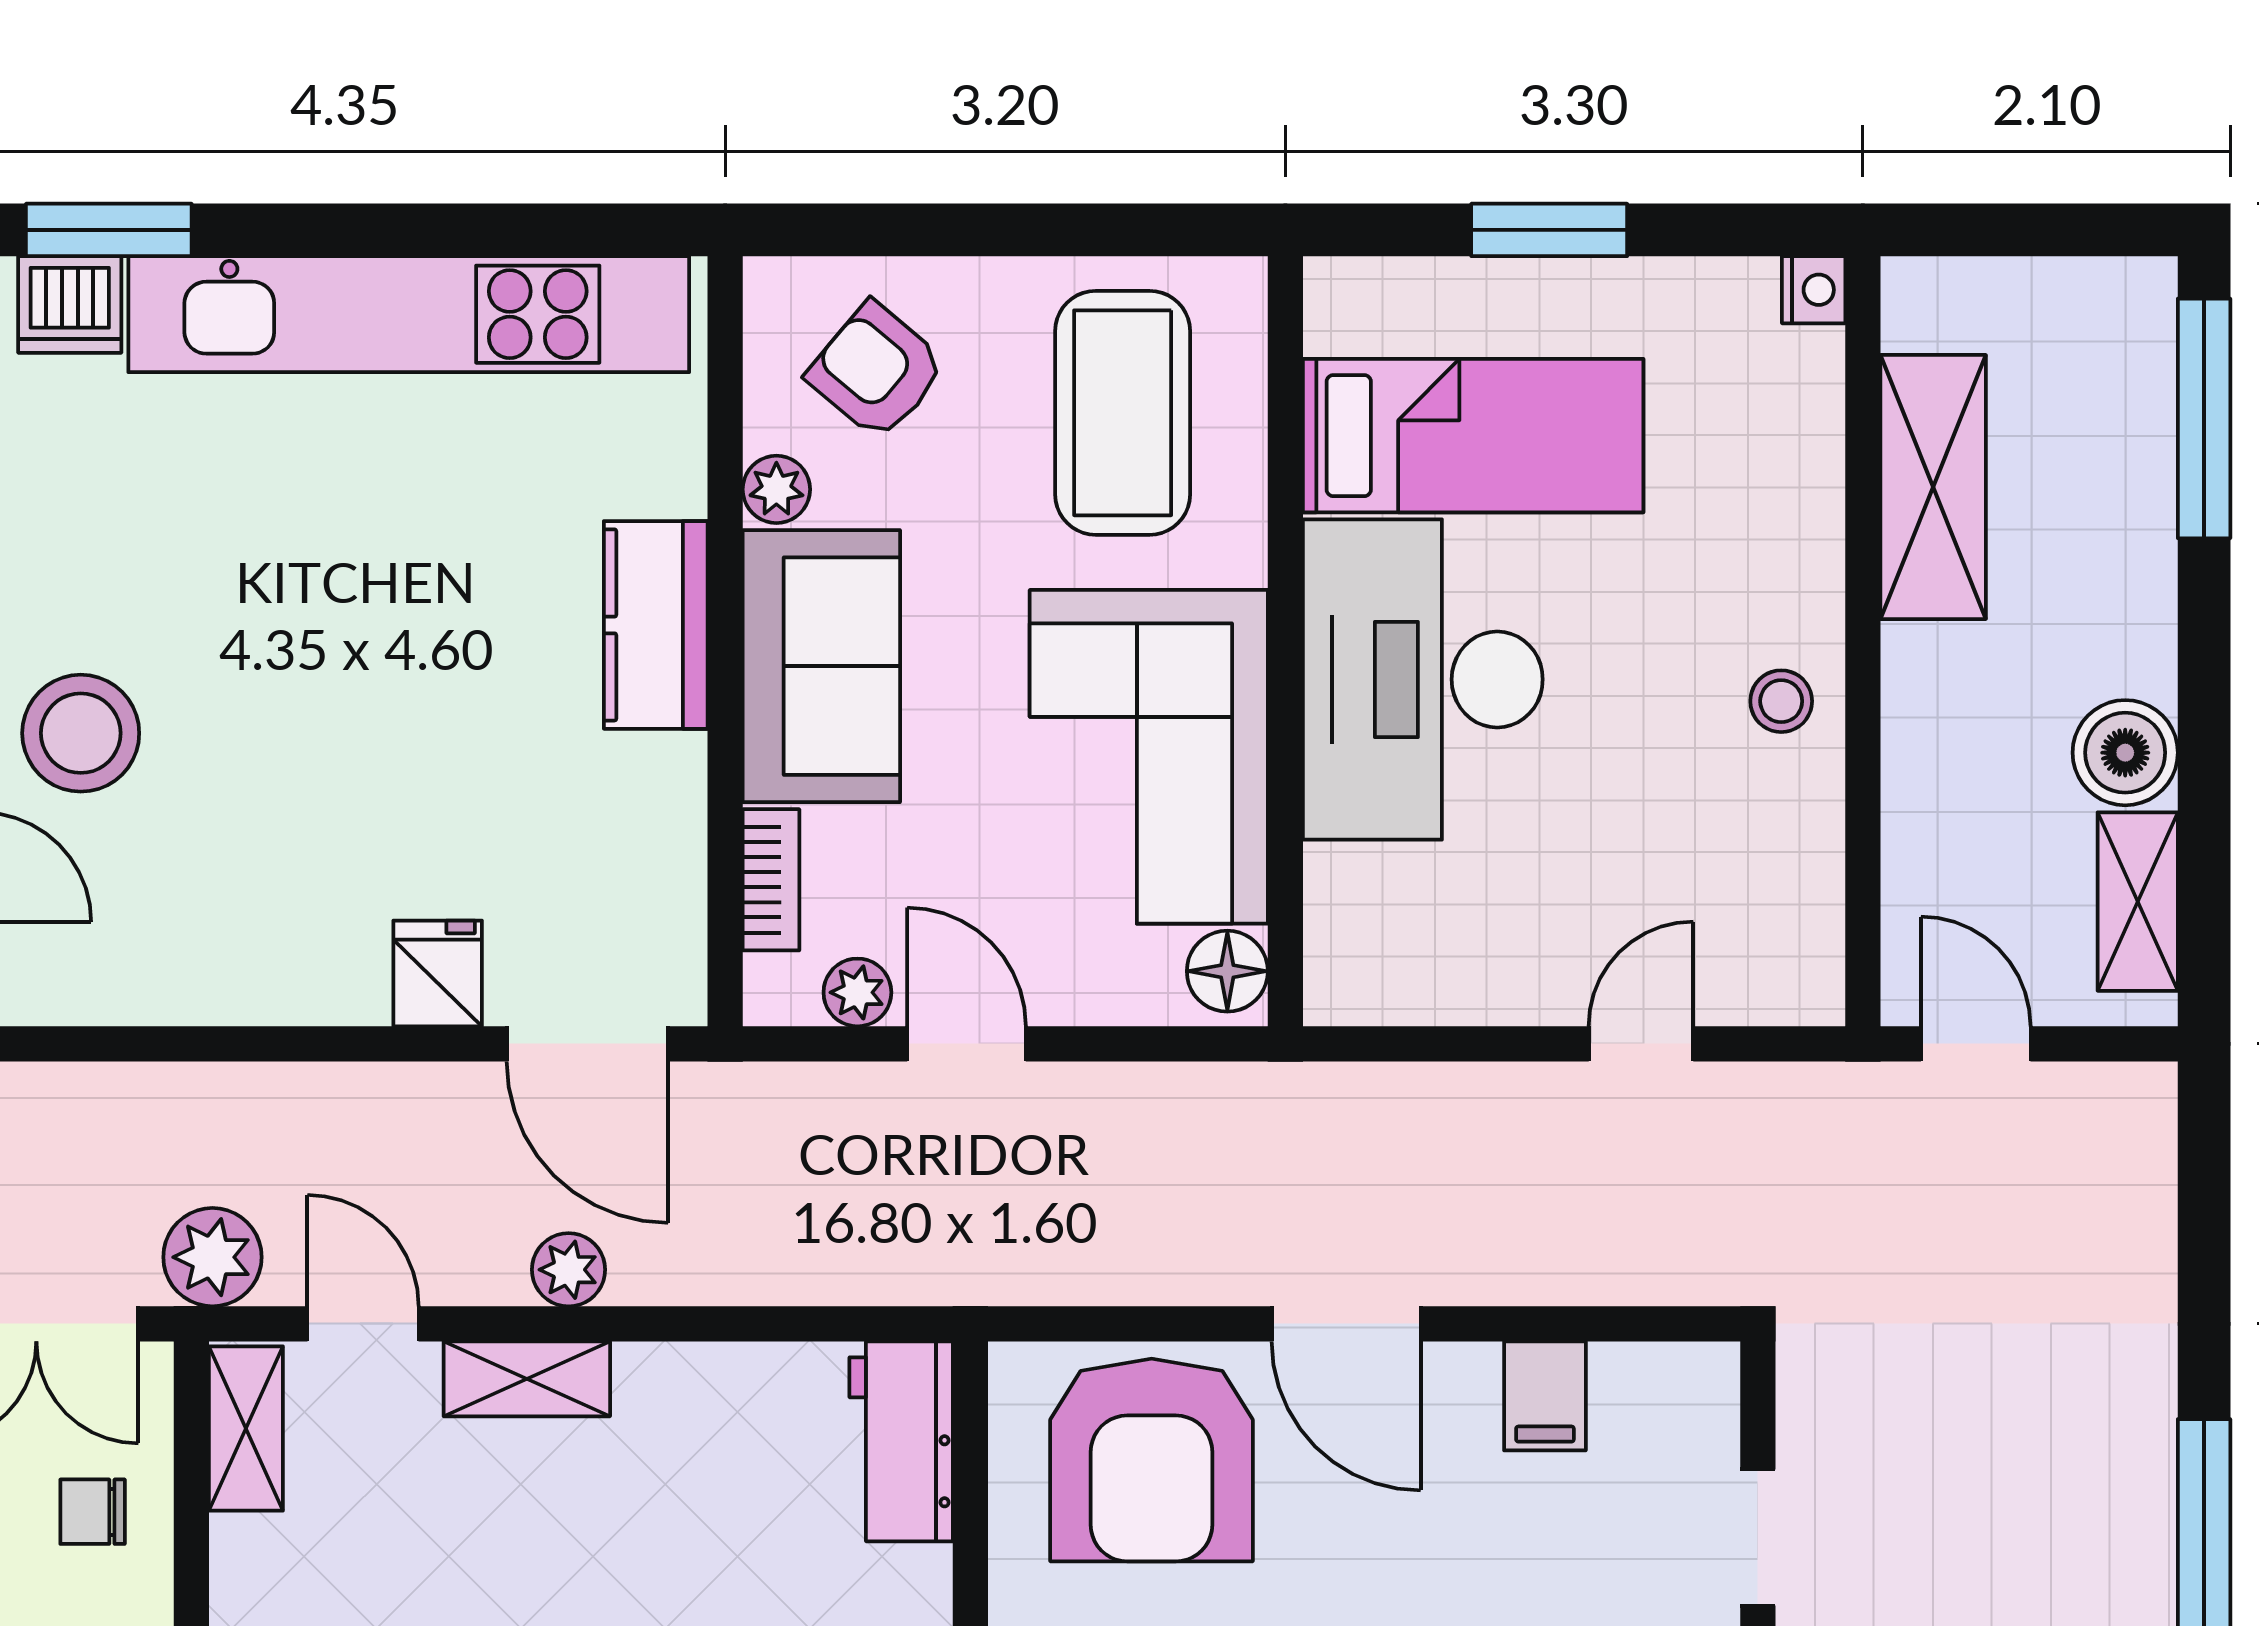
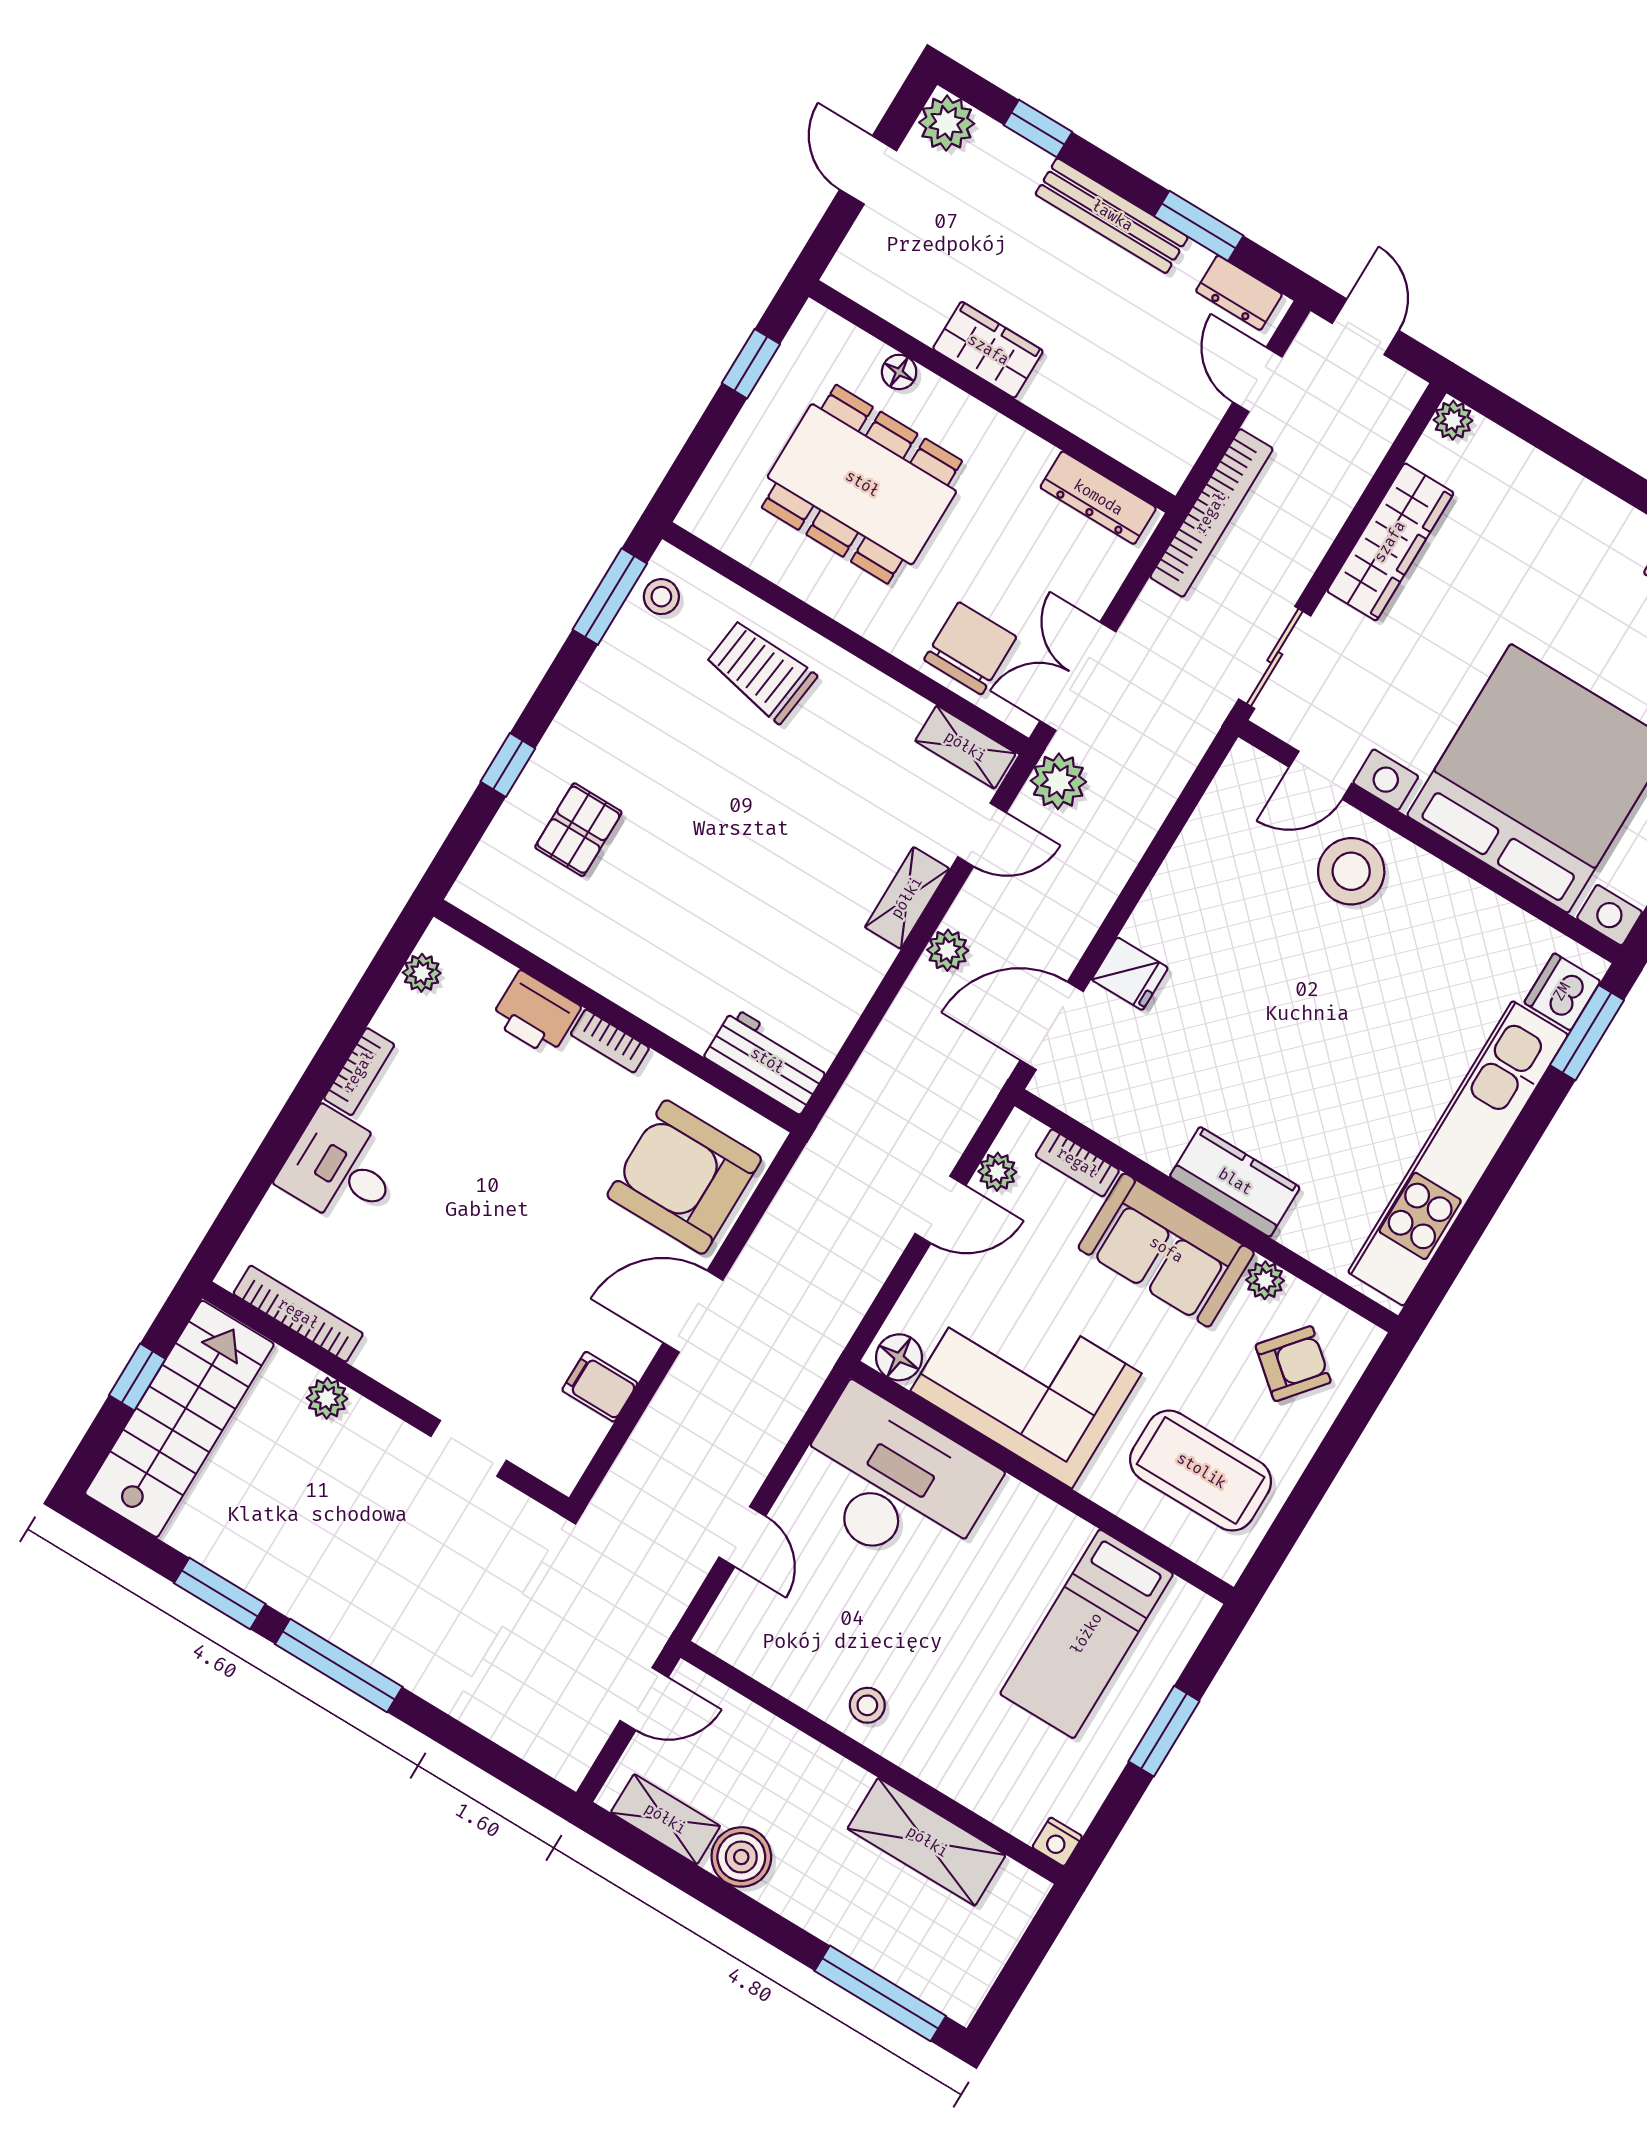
desk: (1423, 679) -> (893, 1483), moved
chair: (93, 1512) -> (970, 648), width x1.87, depth x1.87

